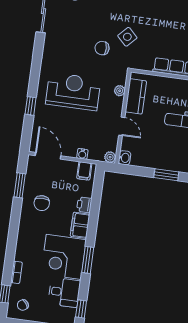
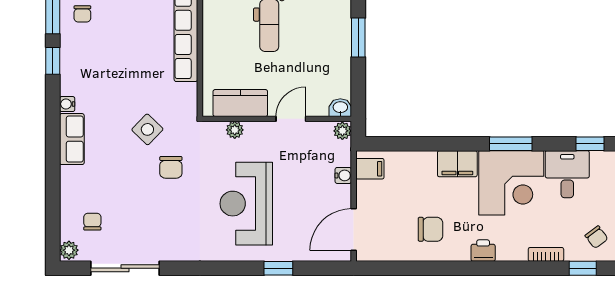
window: (20, 185) -> (407, 268), removed
printer: (84, 205) -> (483, 251), moved, turned 180

